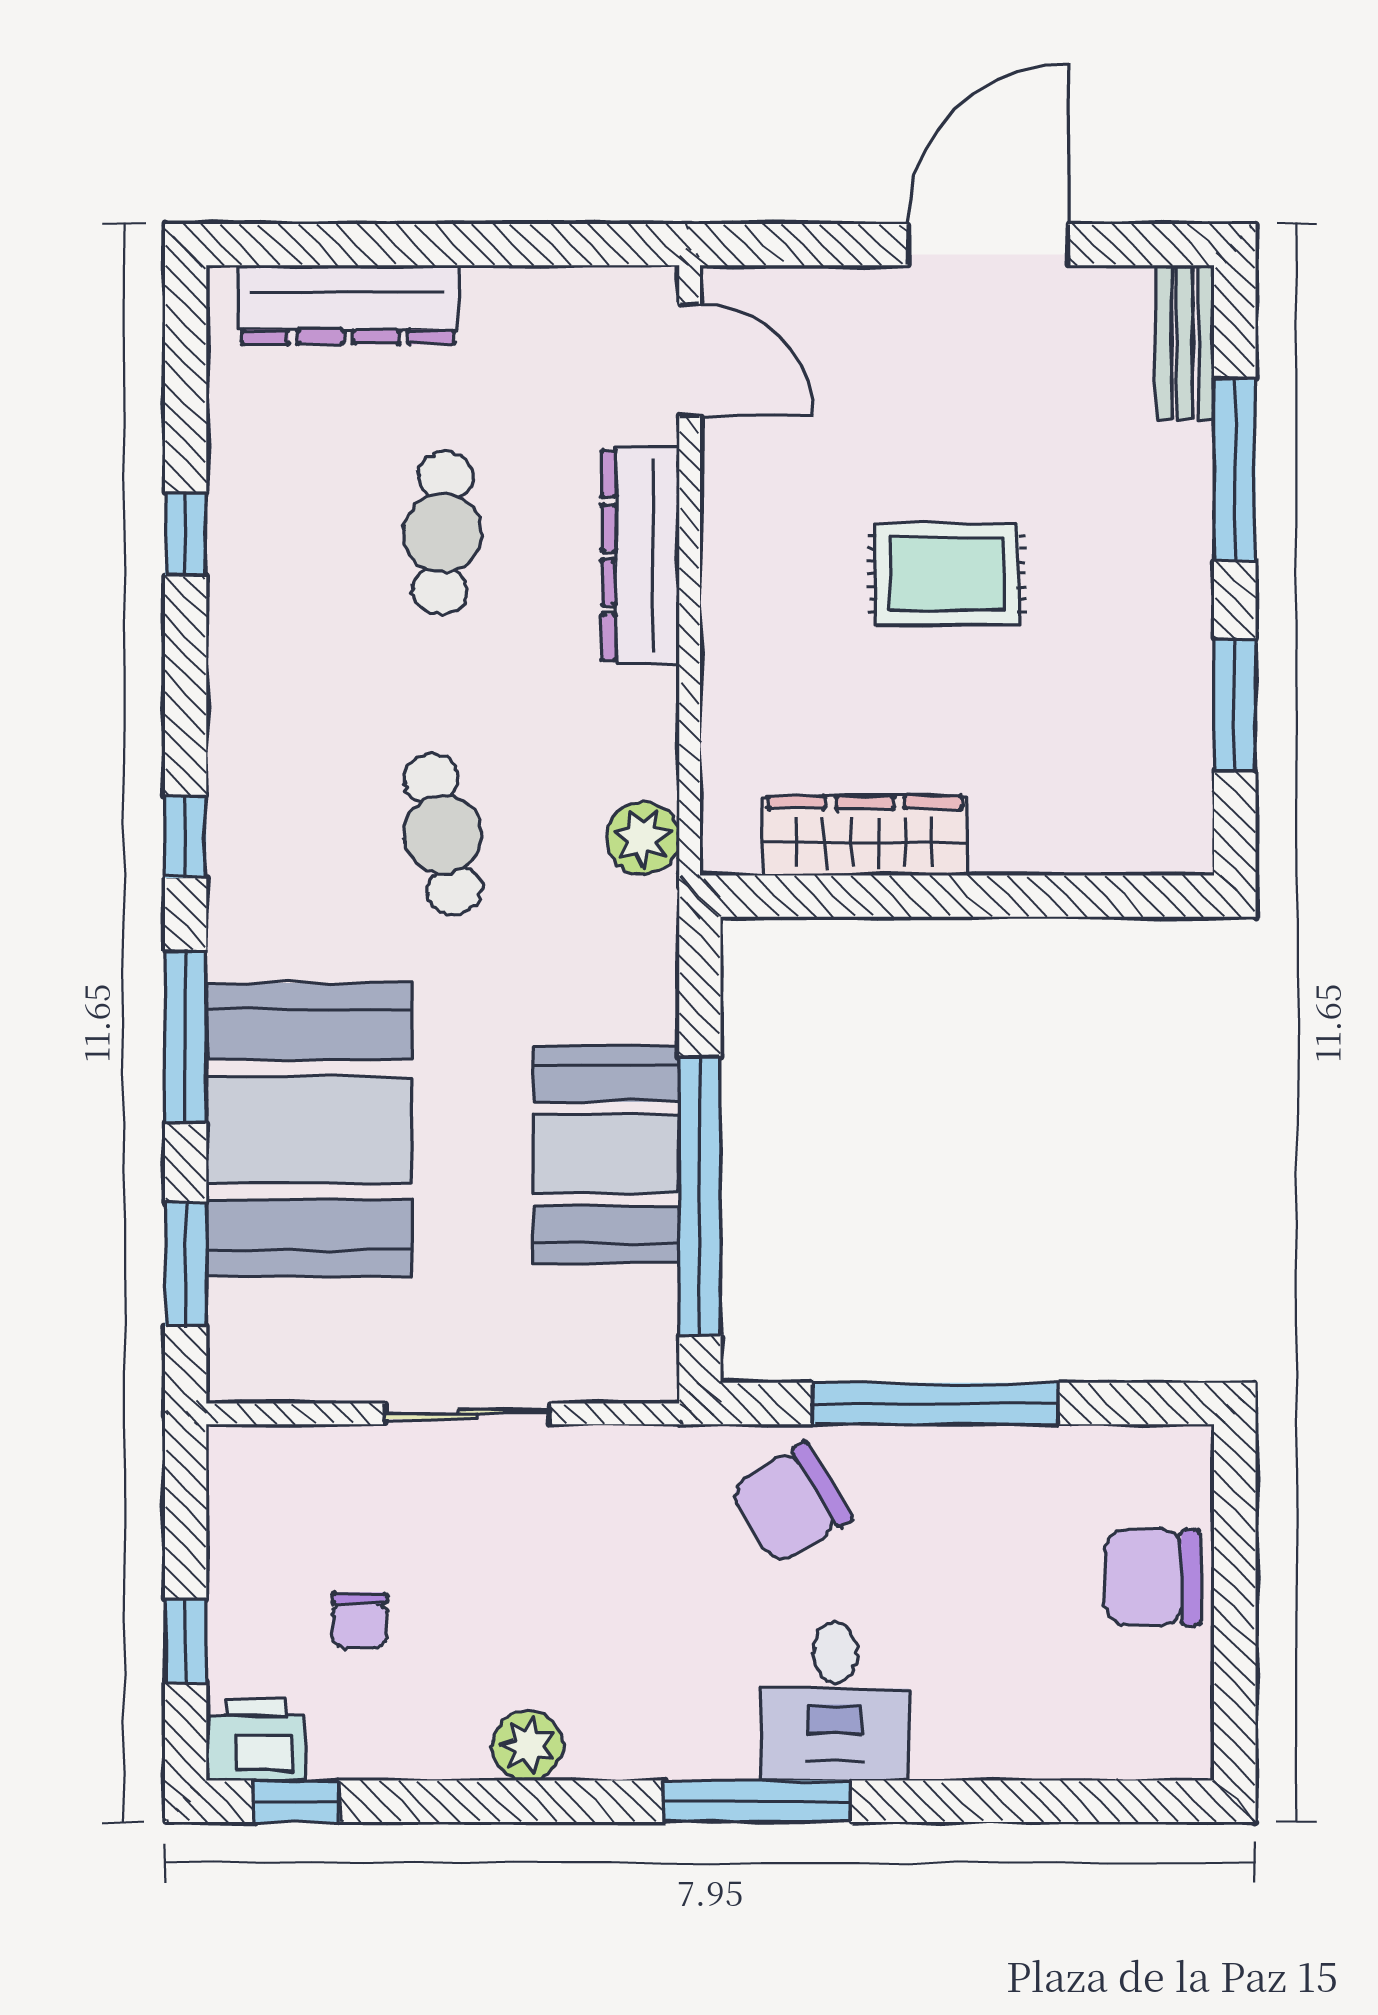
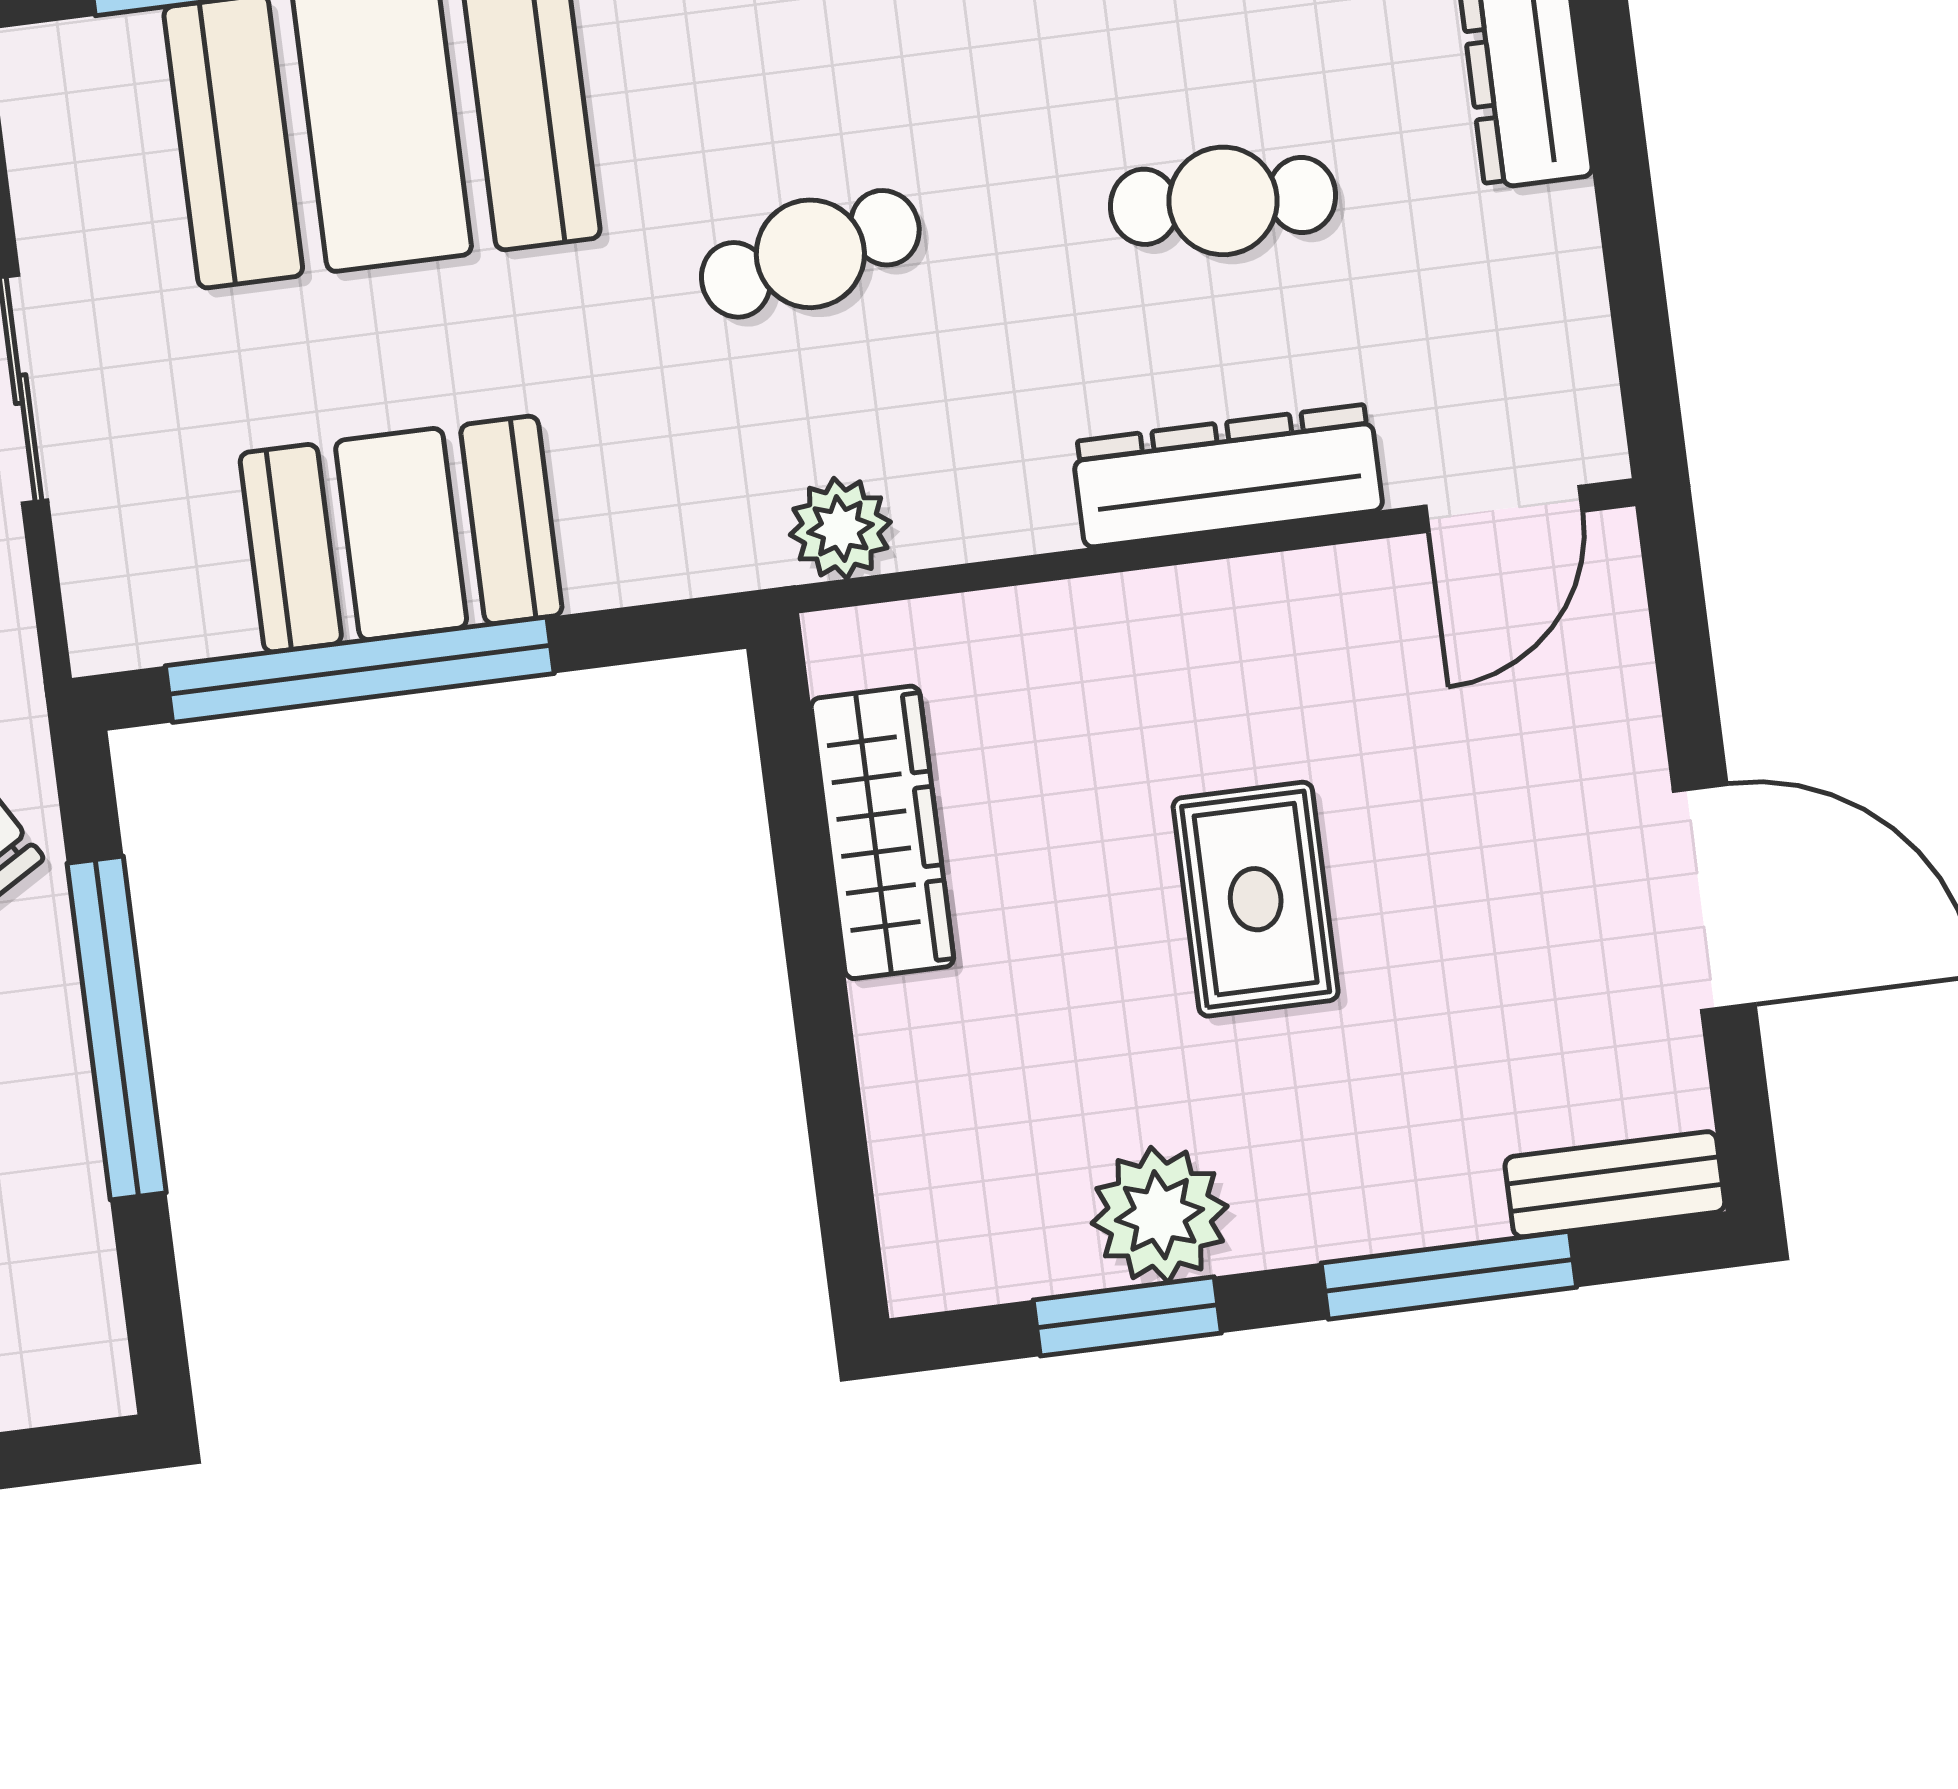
plant: (1165, 672) -> (1160, 1215), added

